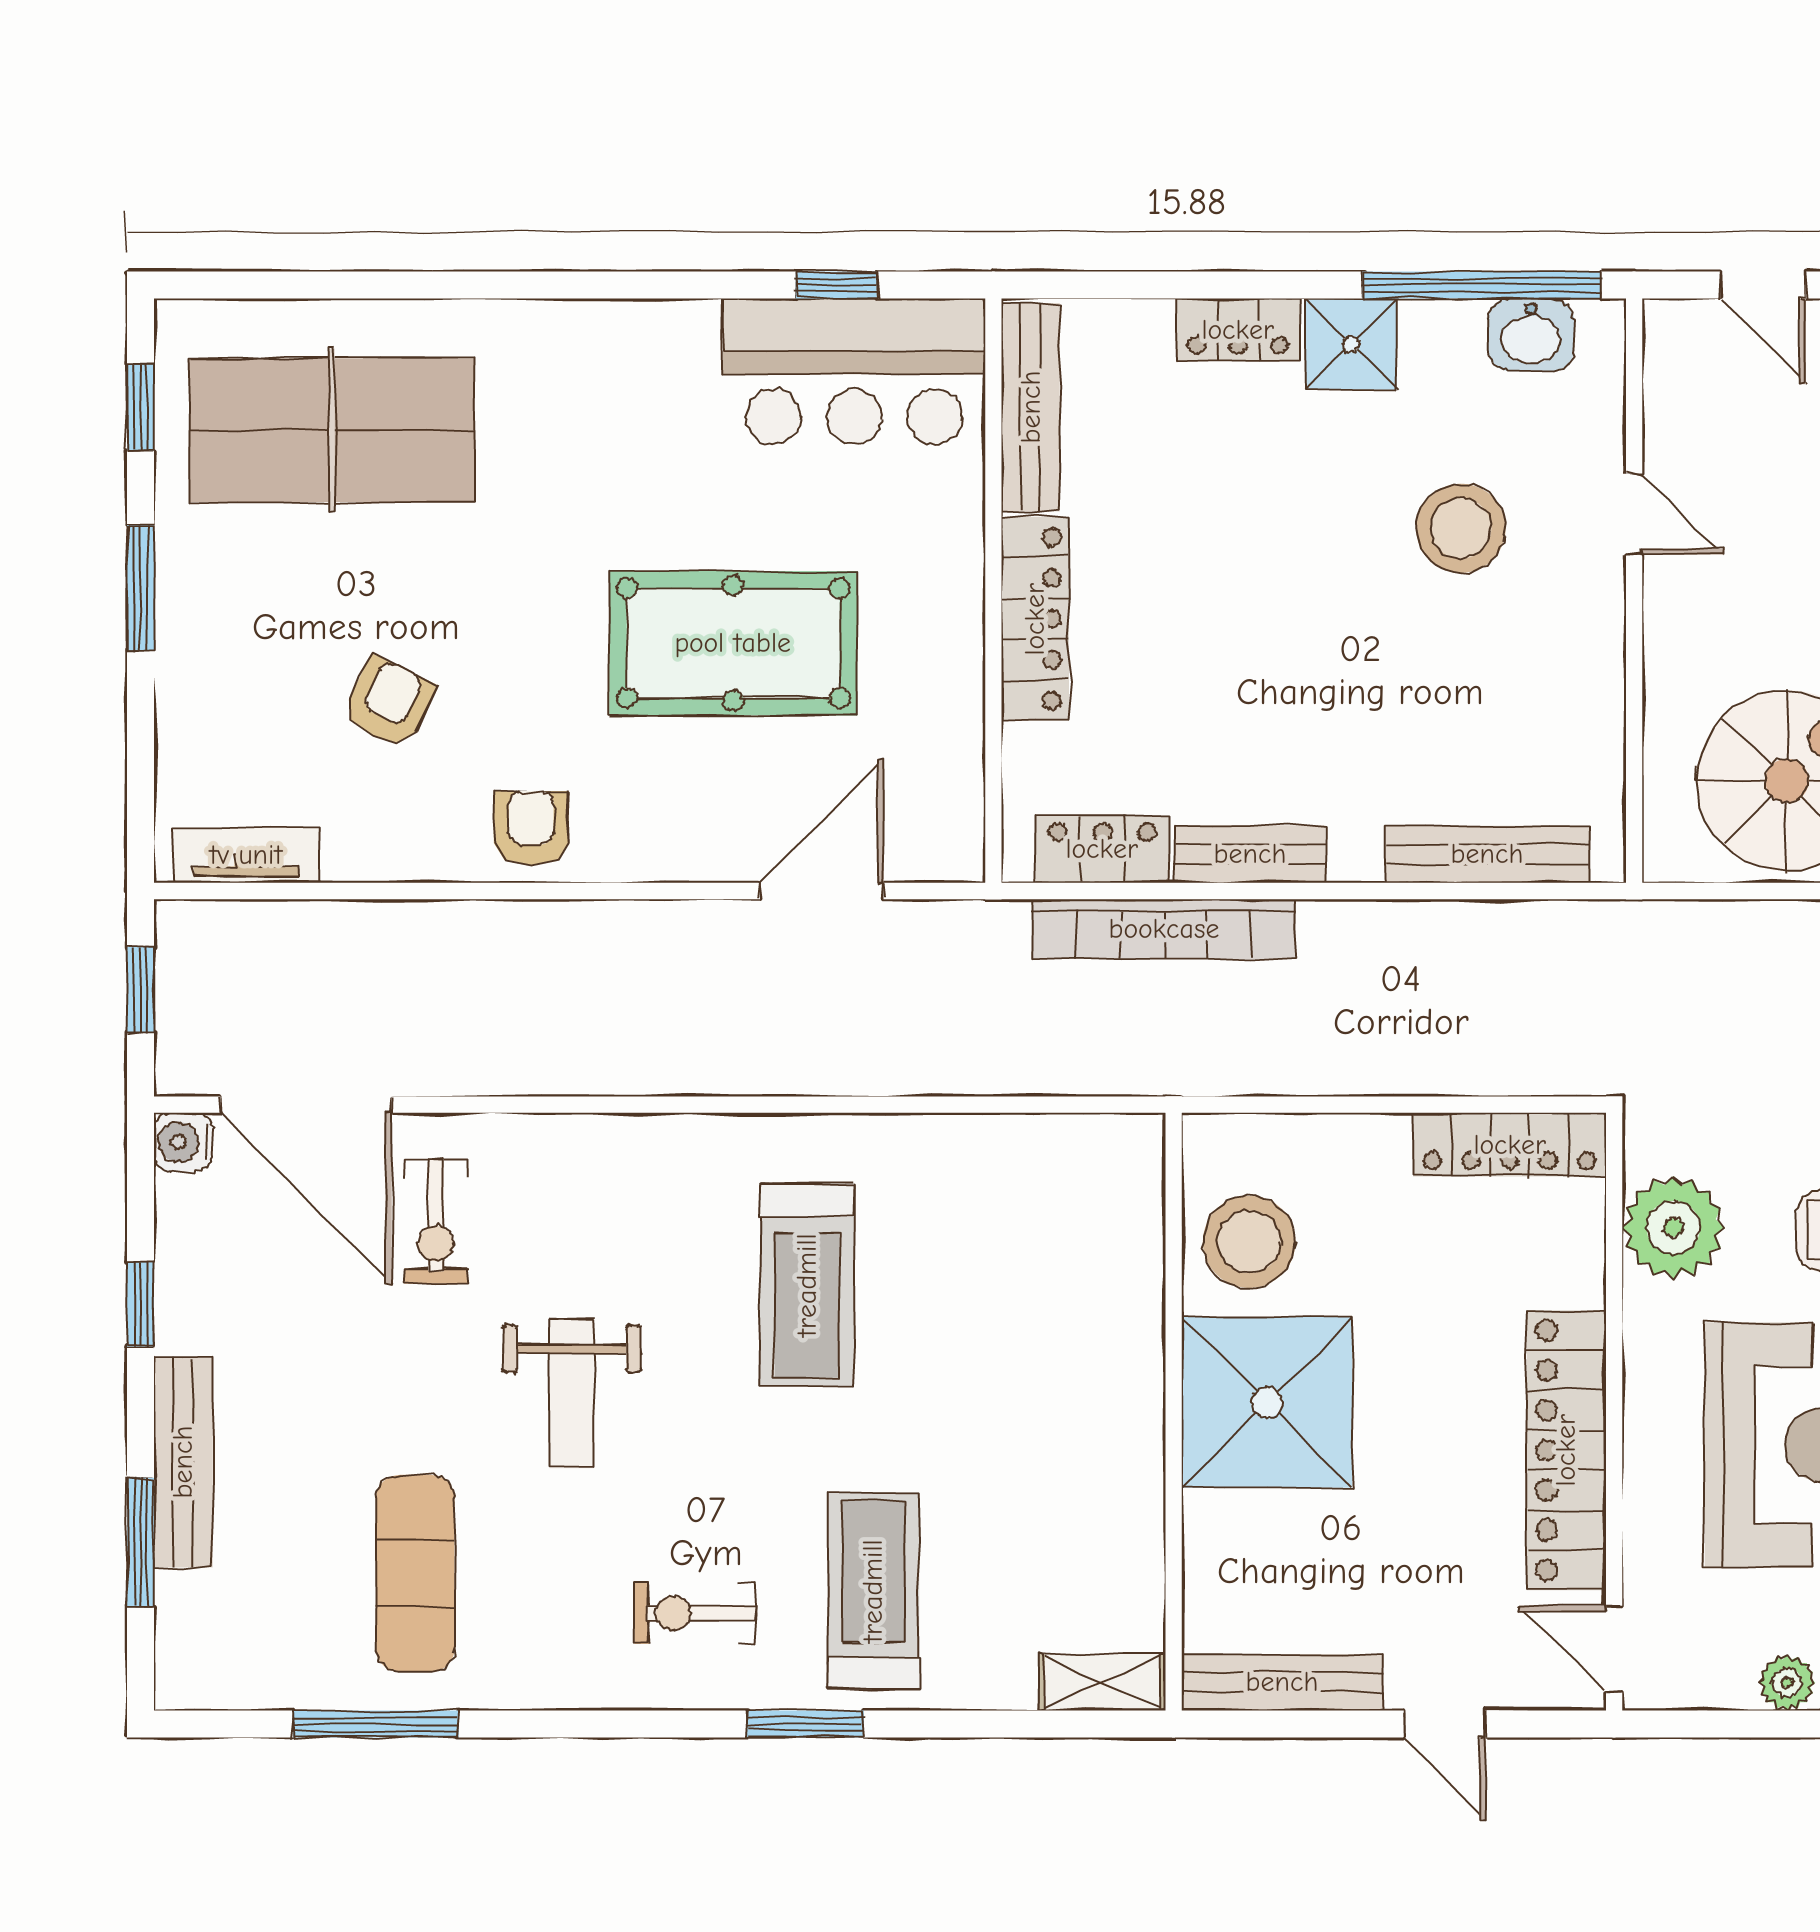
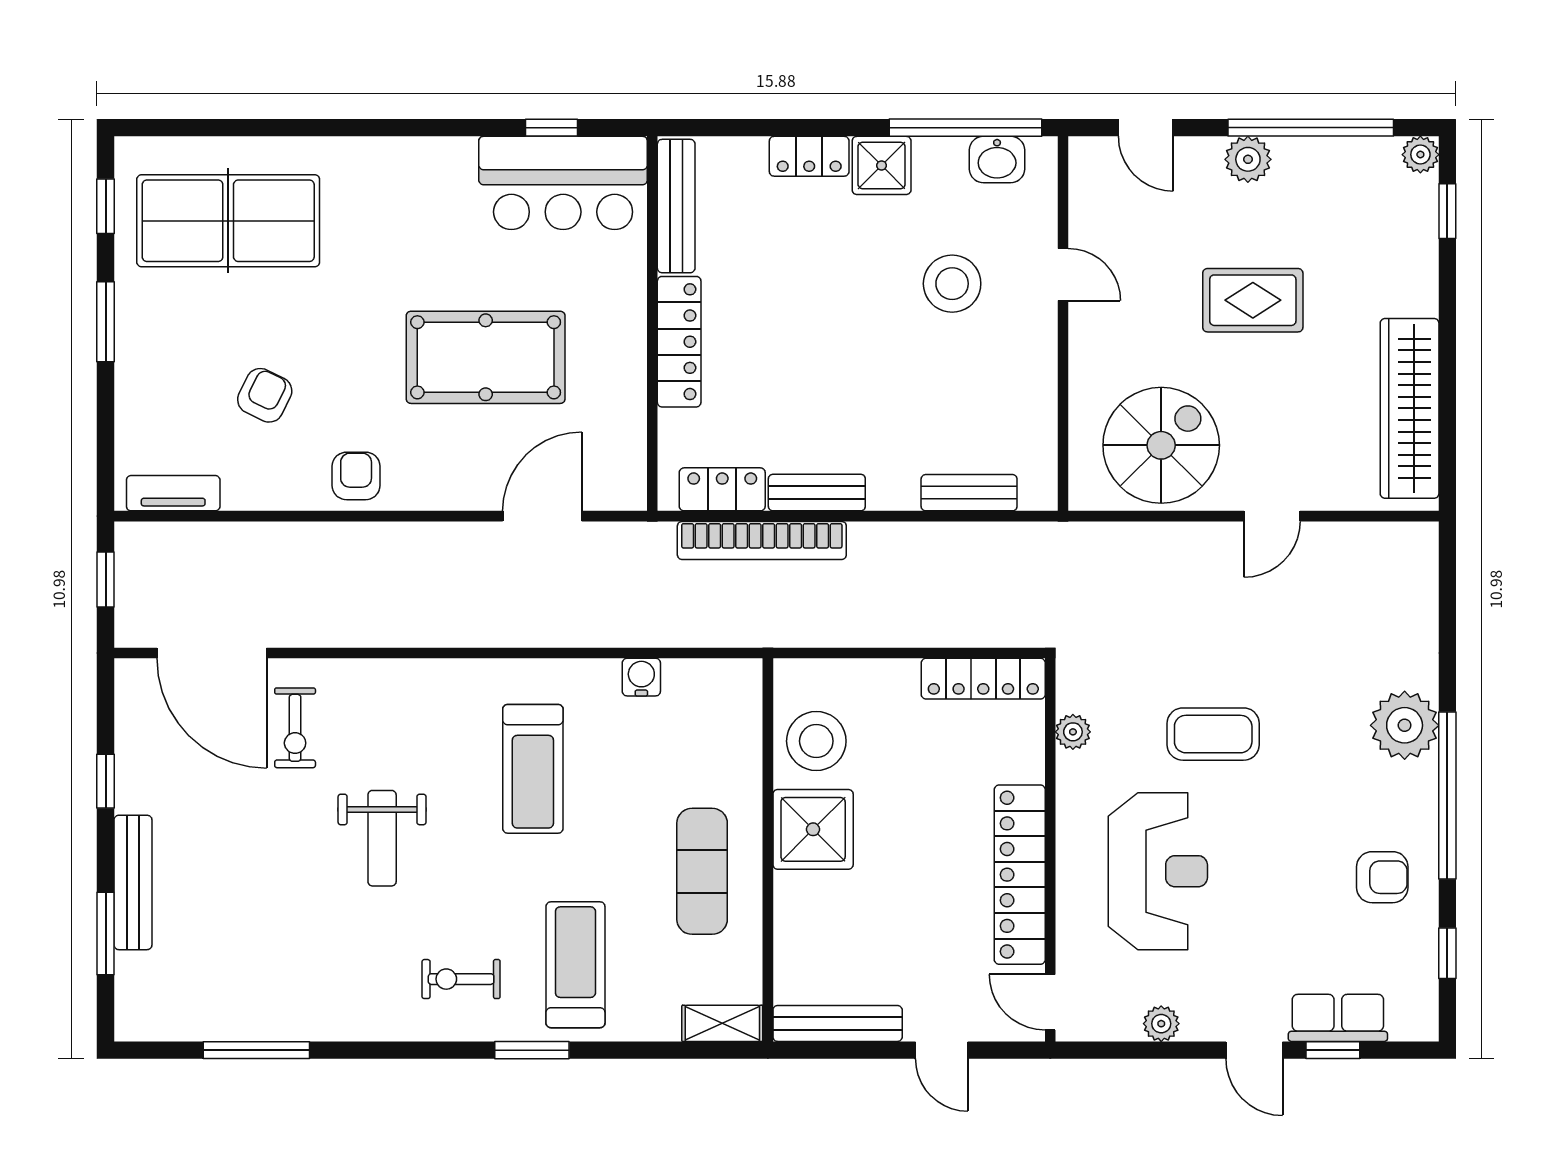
bench: (1487, 854) -> (969, 493), width x0.73
water cooler: (183, 1142) -> (641, 677), moved, turned 90
plant: (1673, 1228) -> (1073, 732), width x0.53, depth x0.53
shower: (1267, 1402) -> (813, 829), width x0.73, depth x0.73
exercise mat: (415, 1573) -> (702, 871), moved

